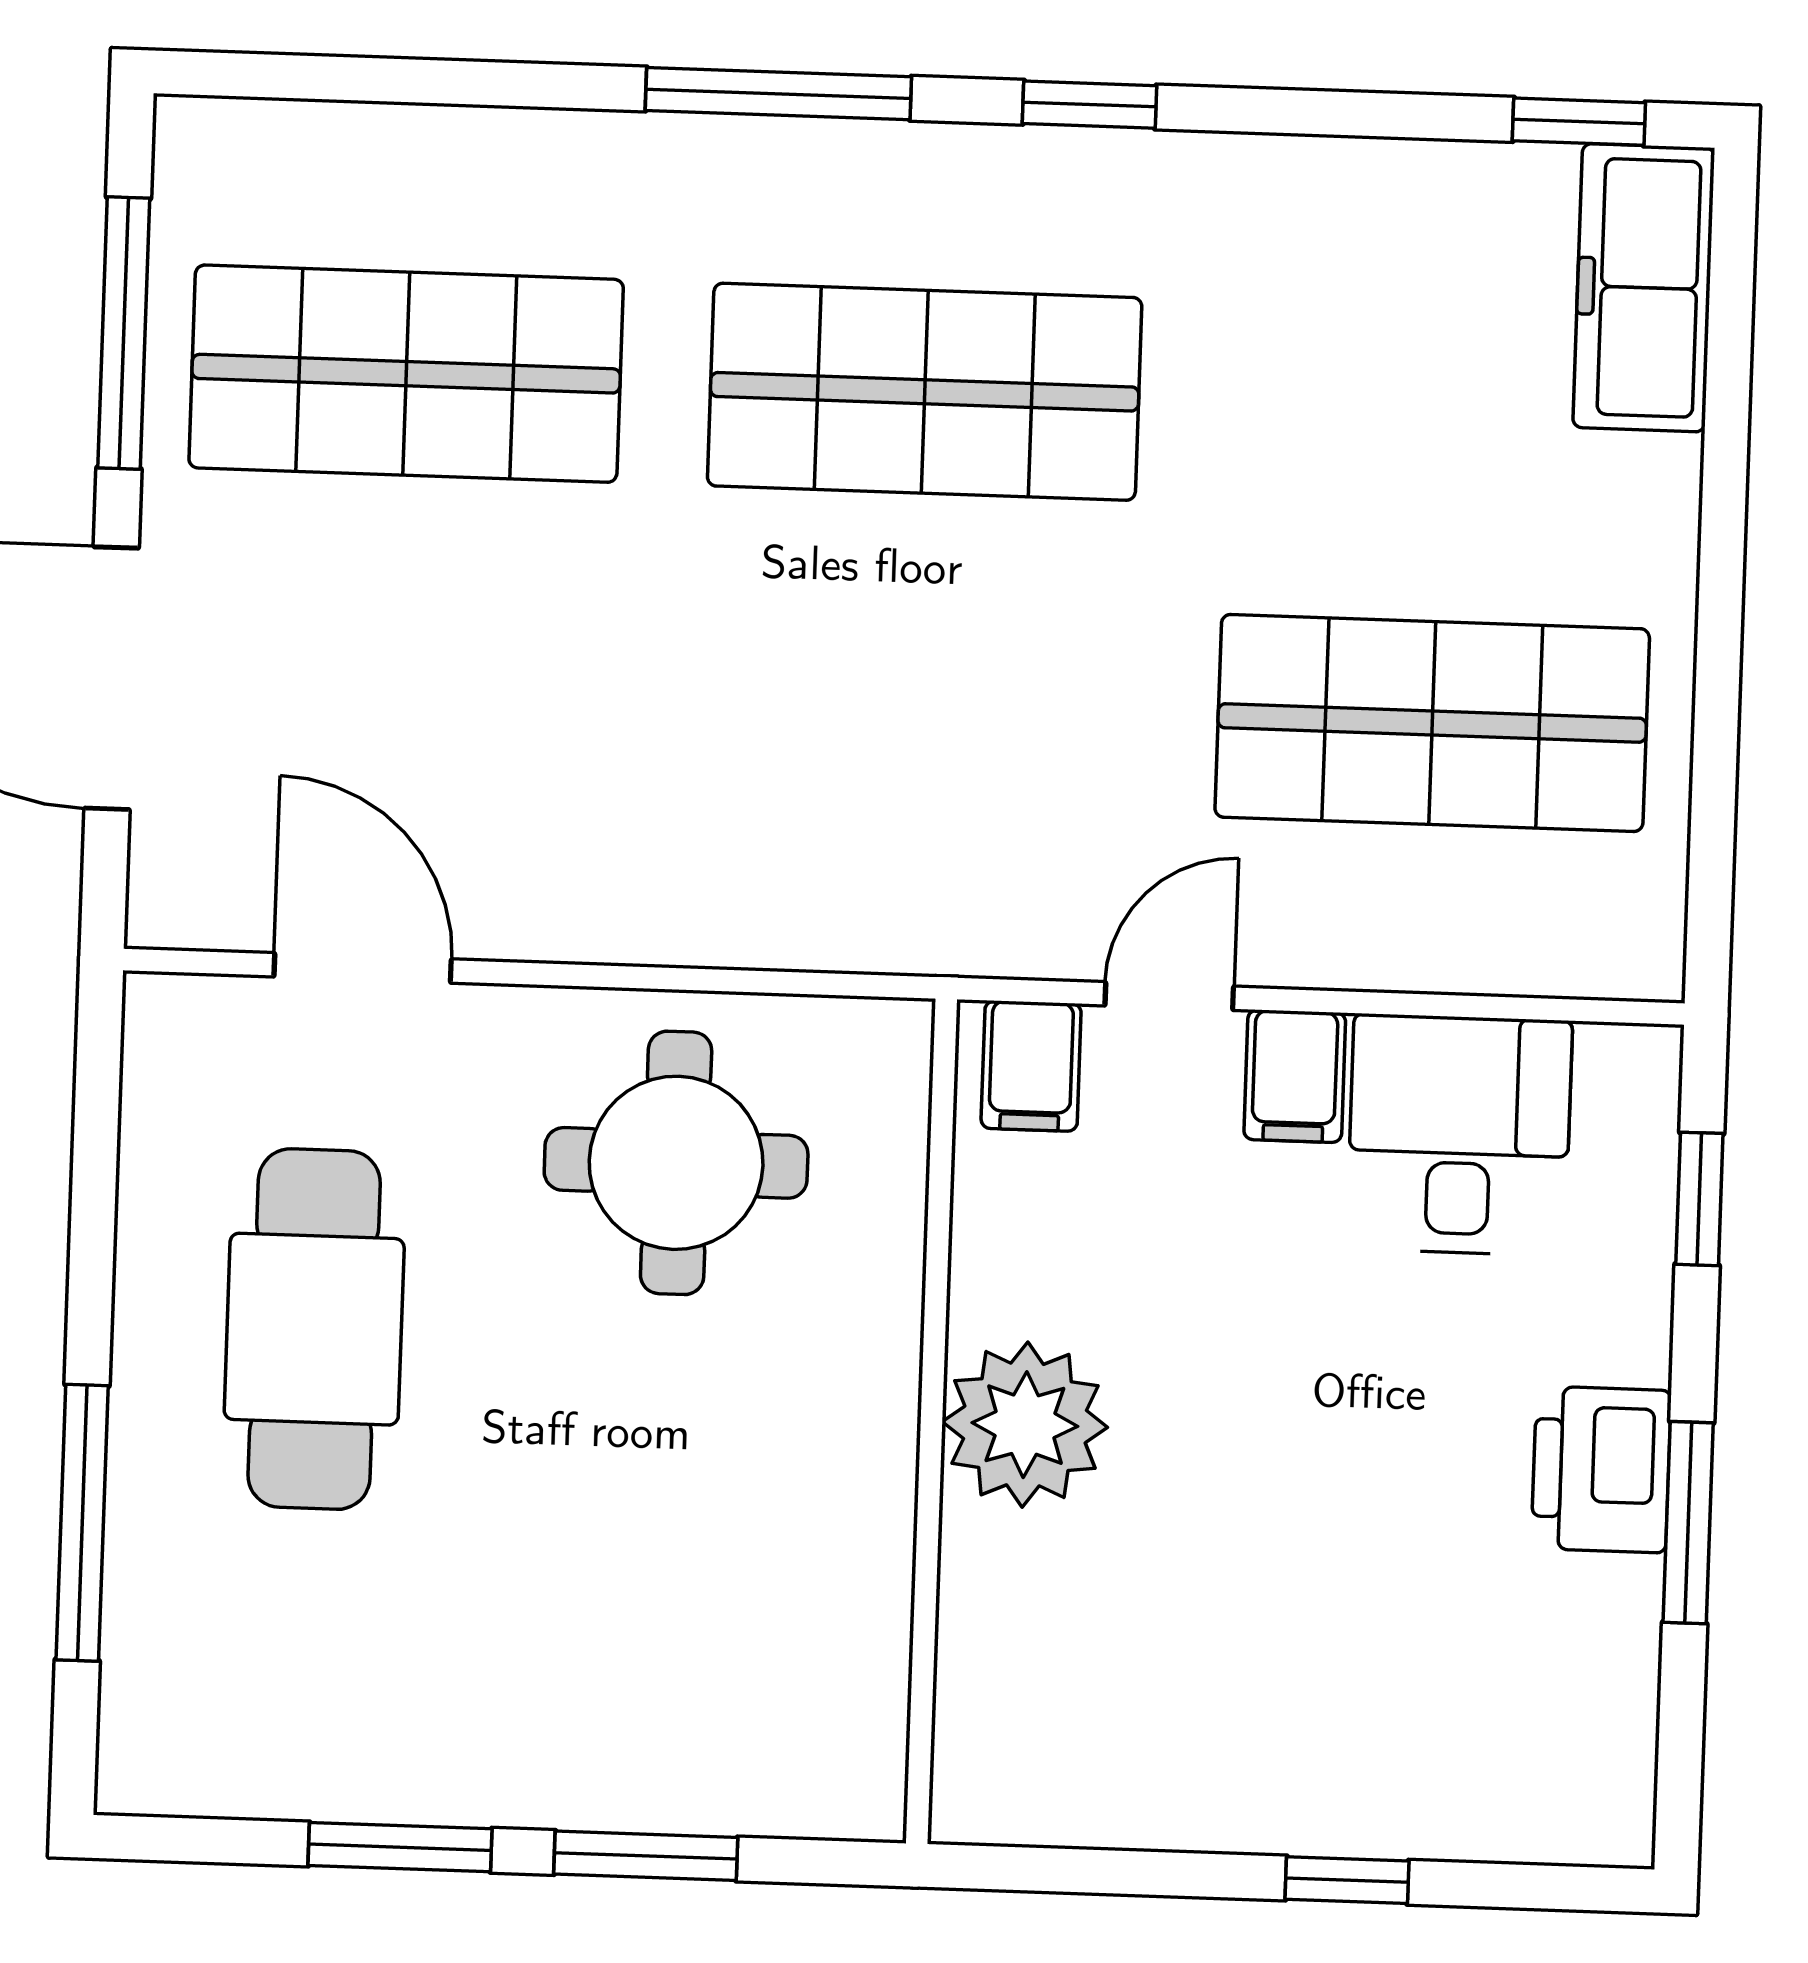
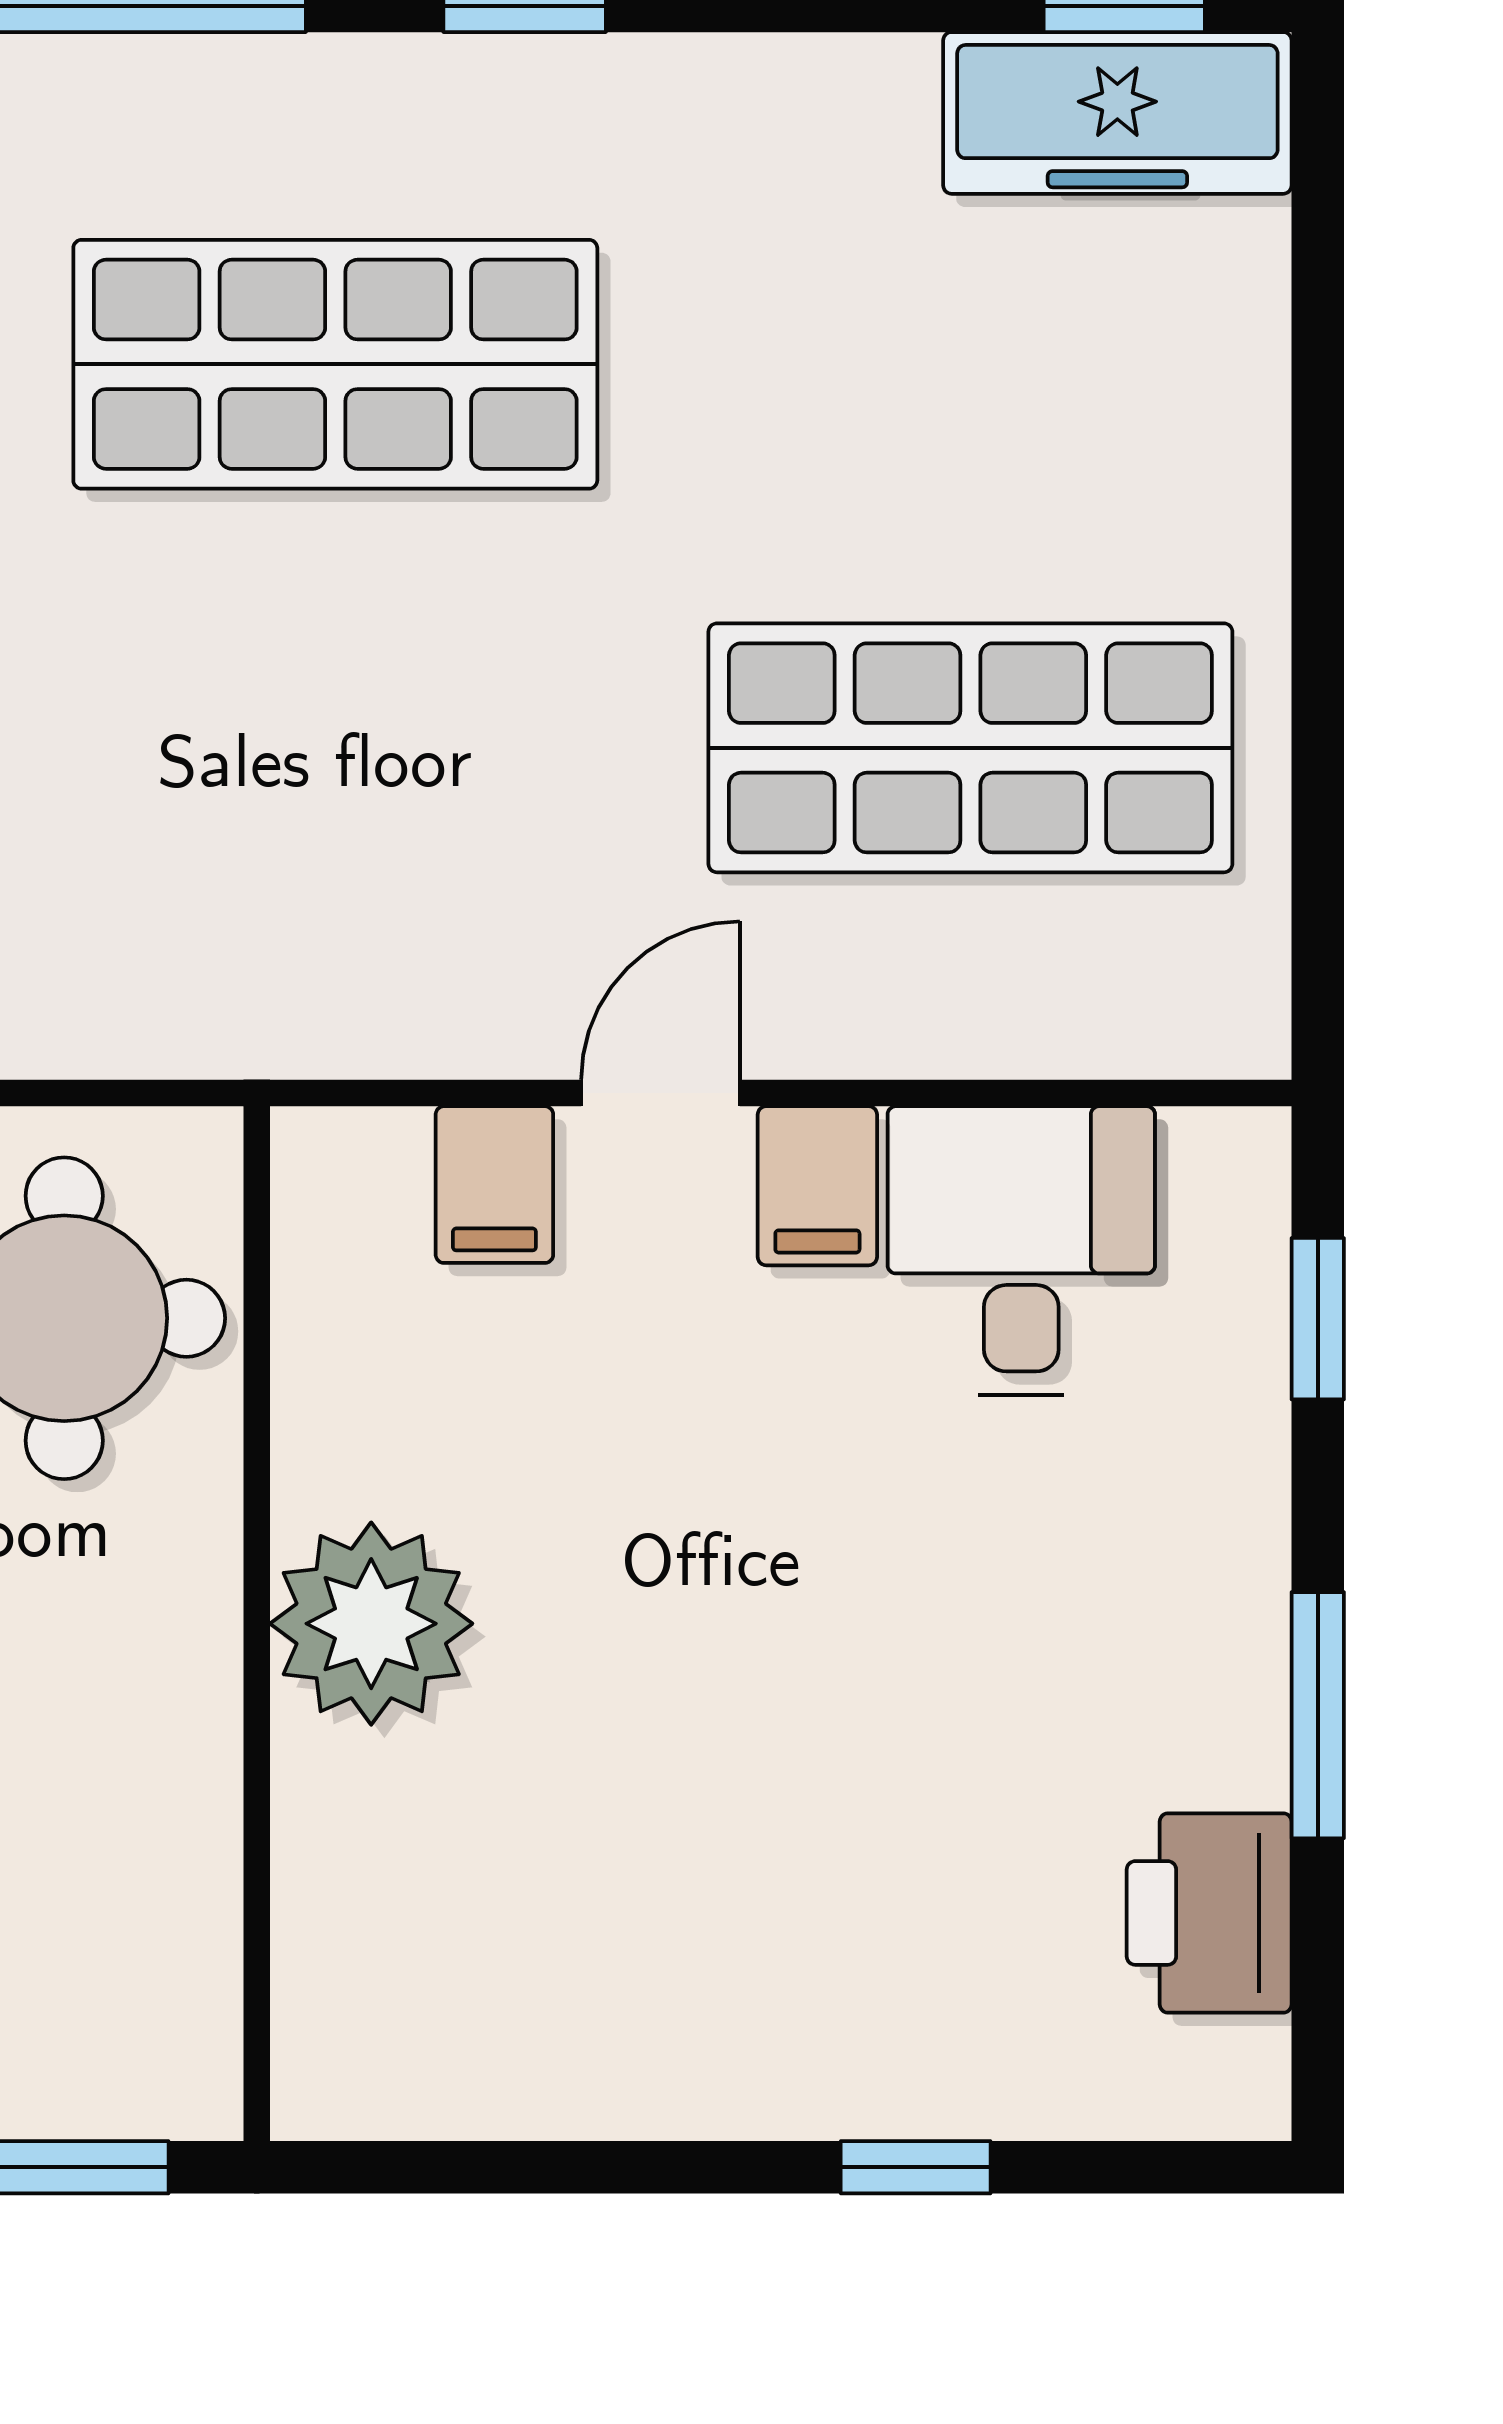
freezer: (1644, 288) -> (1117, 113), moved, turned -90
wall: (931, 1421) -> (257, 1624), moved
plant: (1025, 1425) -> (371, 1624), moved
printer: (1601, 1469) -> (1209, 1913), moved

